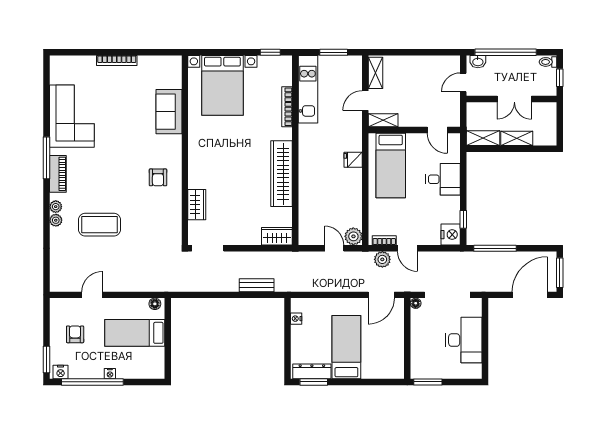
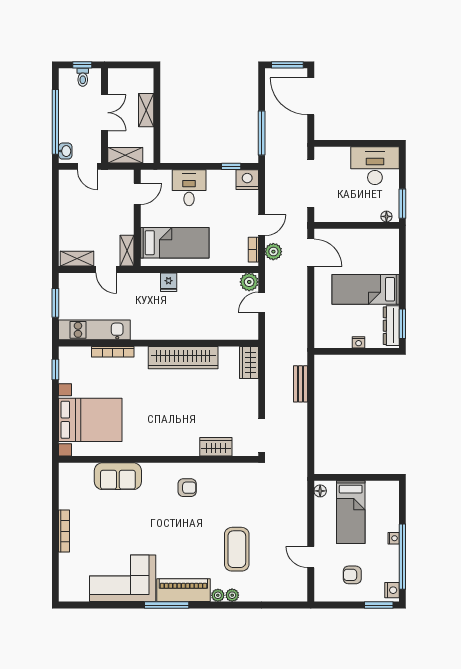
toilet: (548, 62) -> (83, 77), moved
shelving: (483, 138) -> (125, 155), moved, turned 90
piano: (58, 174) -> (183, 590), width x1.37, depth x1.33
floor lamp: (416, 303) -> (386, 216), moved
nightstand: (296, 319) -> (359, 342), moved
desk: (464, 340) -> (375, 166), moved

